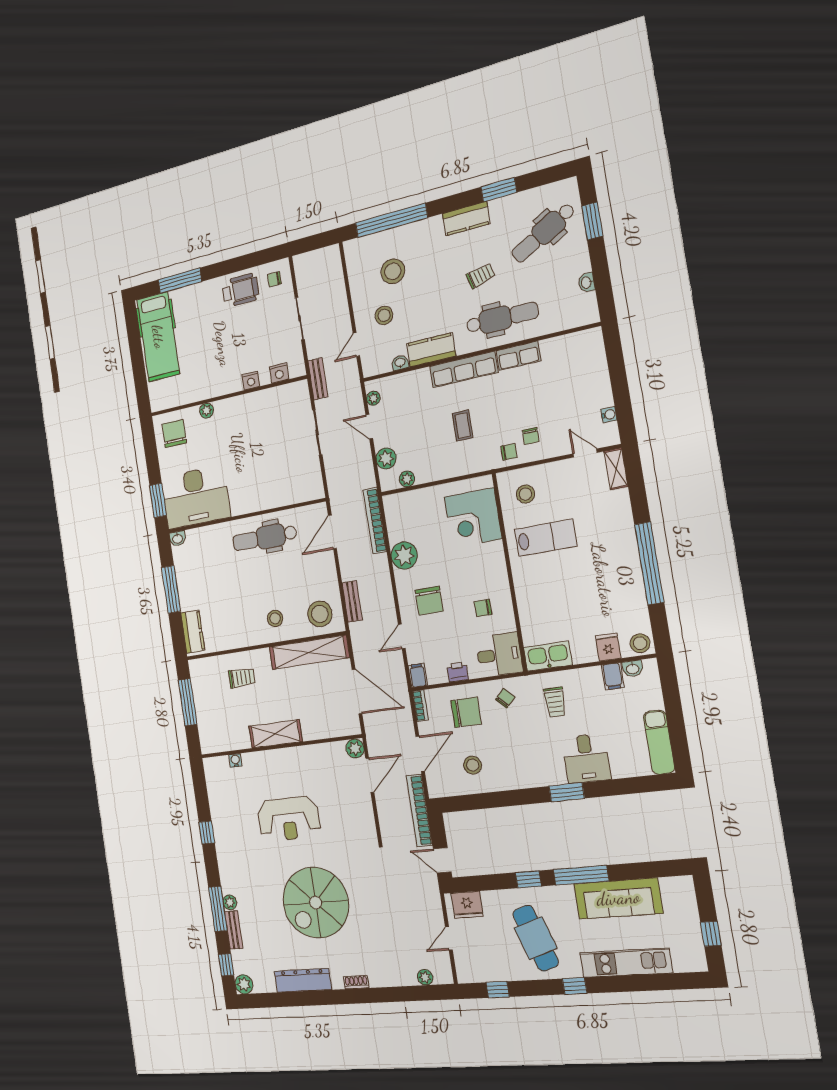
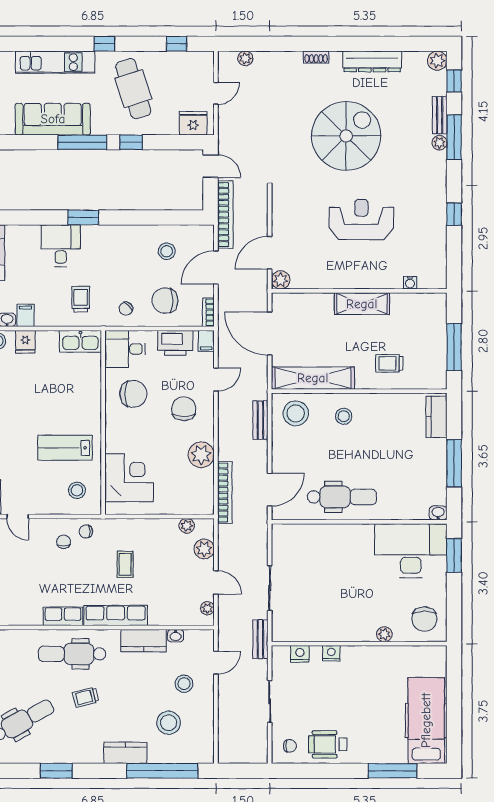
kitchen counter: (466, 219) -> (125, 753), moved
chair: (483, 608) -> (133, 394), width x1.87, depth x1.87
printer: (458, 672) -> (175, 343), width x1.87, depth x1.48

